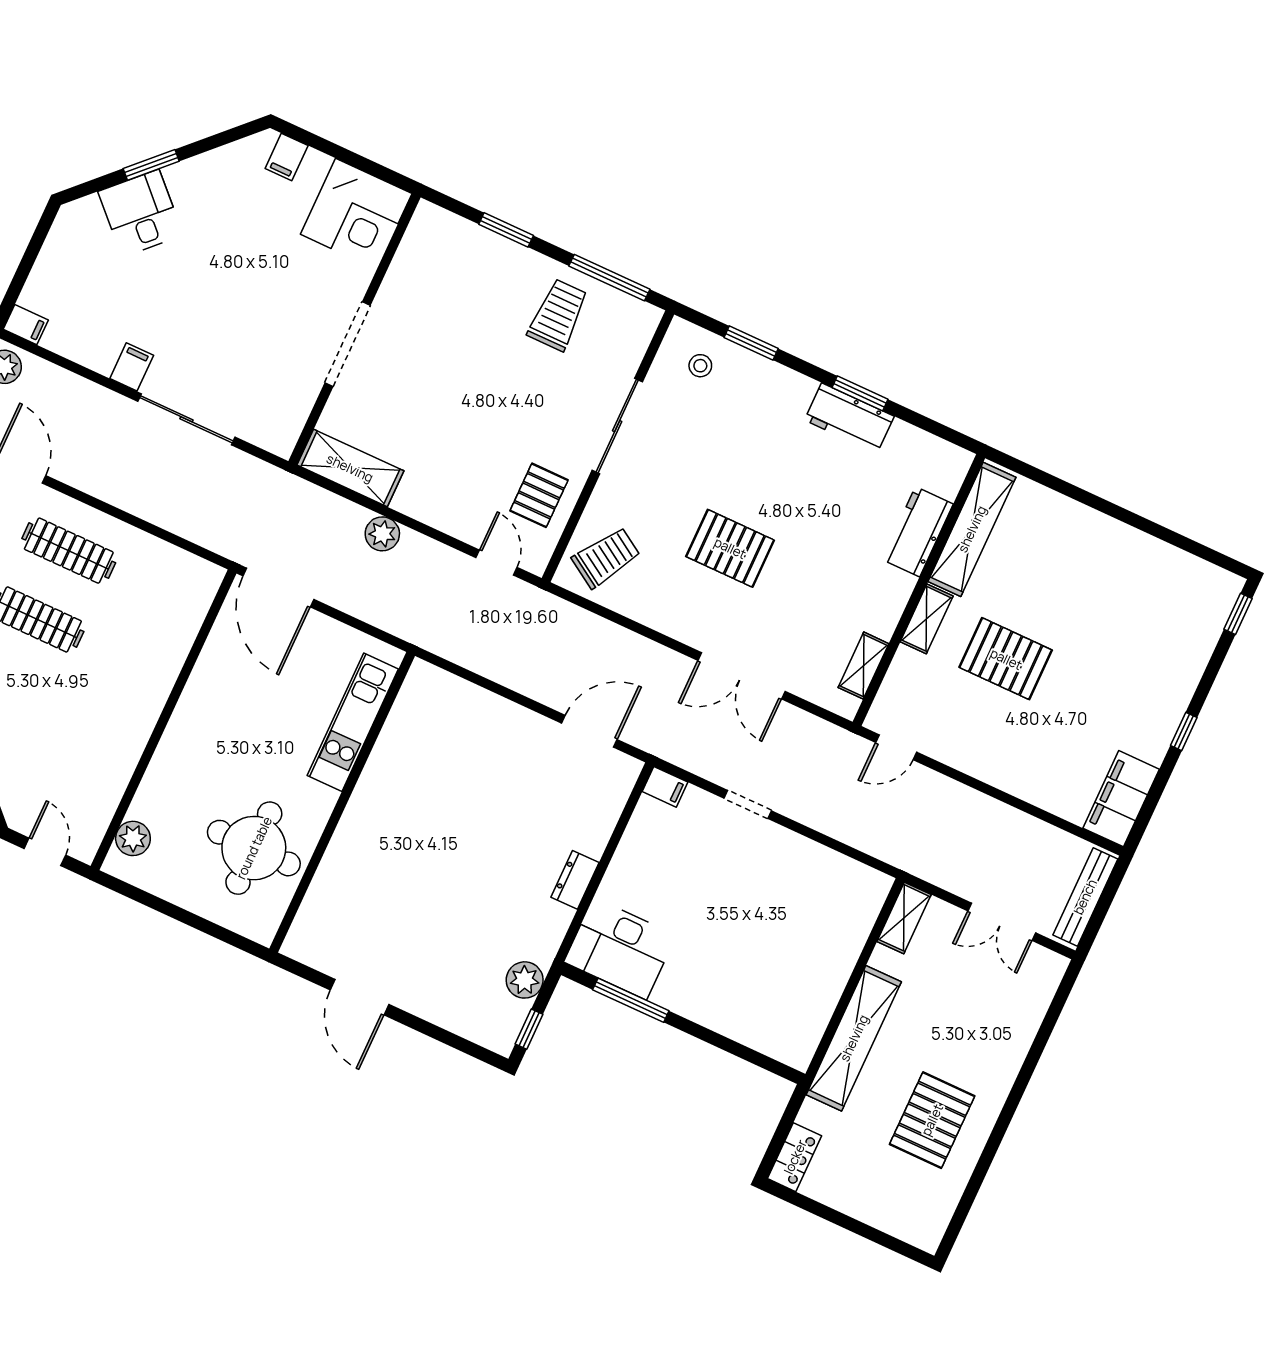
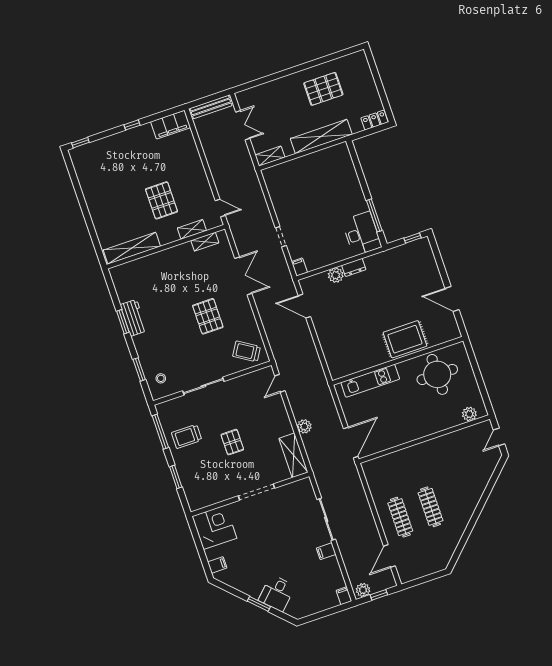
pallet: (539, 495) -> (232, 442), moved, turned 90
workbench: (918, 532) -> (148, 264), removed
shelving: (927, 619) -> (192, 229), moved
rug: (367, 850) -> (405, 339), added
plant: (525, 980) -> (336, 275), moved
door: (359, 997) -> (452, 299), swing flipped

